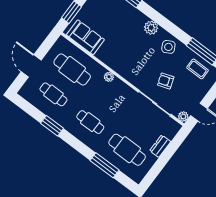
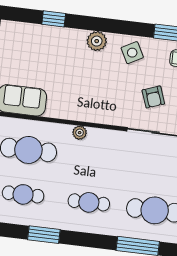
armchair: (166, 81) -> (153, 97), turned -91

